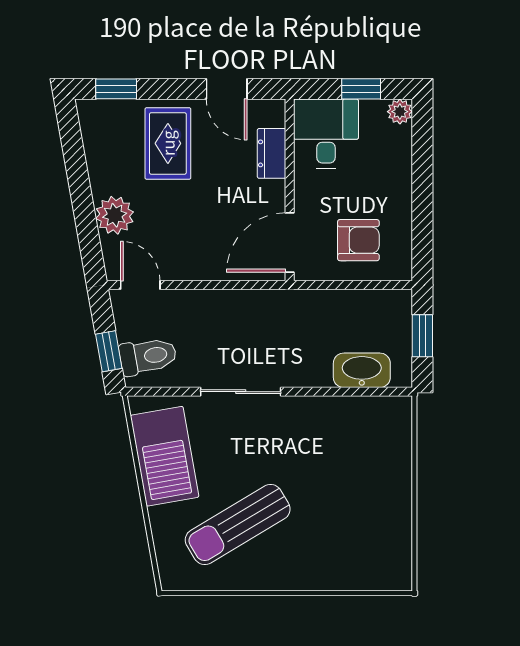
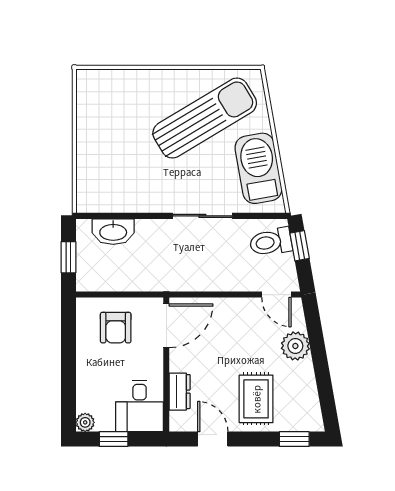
armchair: (358, 240) -> (116, 328), turned -90
sun lounger: (238, 524) -> (205, 118), width x1.36, depth x1.34

